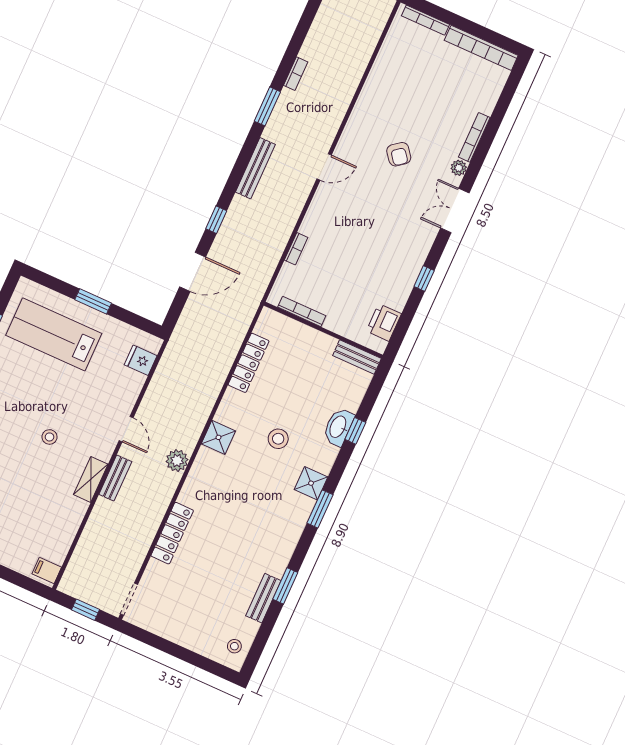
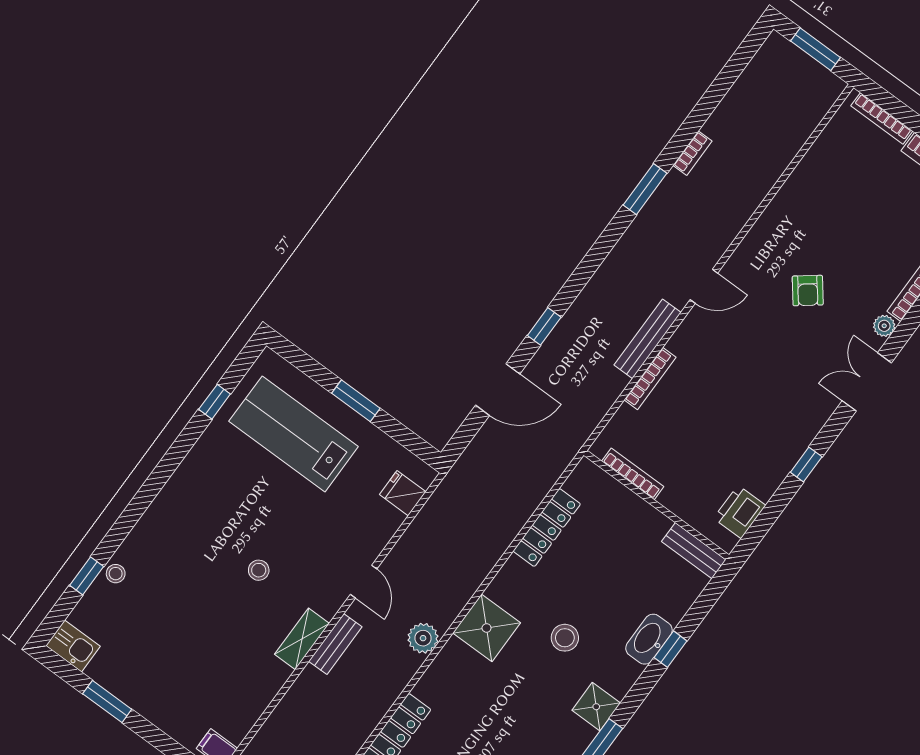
bench: (255, 168) -> (648, 339), moved
bookcase: (296, 249) -> (650, 379), width x1.56
shower: (218, 437) -> (487, 628), width x1.36, depth x1.36

